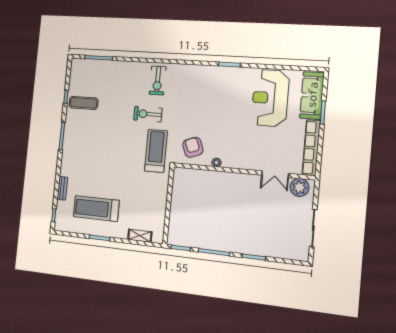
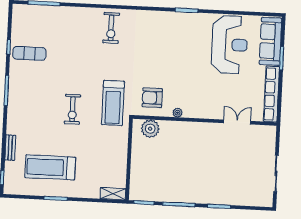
reception desk: (270, 98) -> (230, 45), turned 180
exercise bike: (148, 114) -> (72, 109), moved, turned -90
armchair: (193, 147) -> (152, 98), turned -69
treadmill: (156, 151) -> (113, 103), turned 180
double door: (275, 174) -> (237, 122), swing flipped
plant: (299, 187) -> (150, 129), moved
shelving: (140, 236) -> (113, 194), moved

